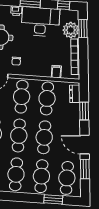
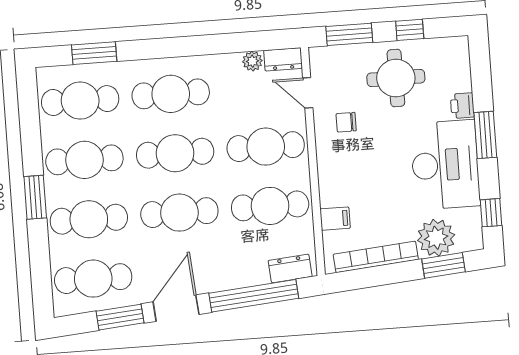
window: (84, 111) -> (254, 296), width x2.11
window: (53, 199) -> (35, 197), moved

